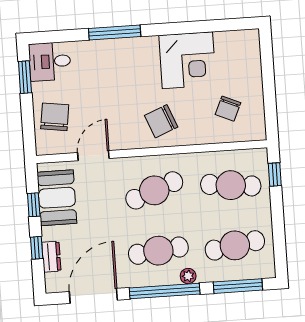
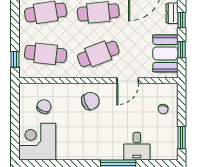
corner desk: (187, 60) -> (37, 142), moved
desk: (50, 61) -> (137, 146), moved, turned 90
chair: (55, 117) -> (163, 109), width x0.54, depth x0.54
door: (93, 156) -> (128, 81), moved

